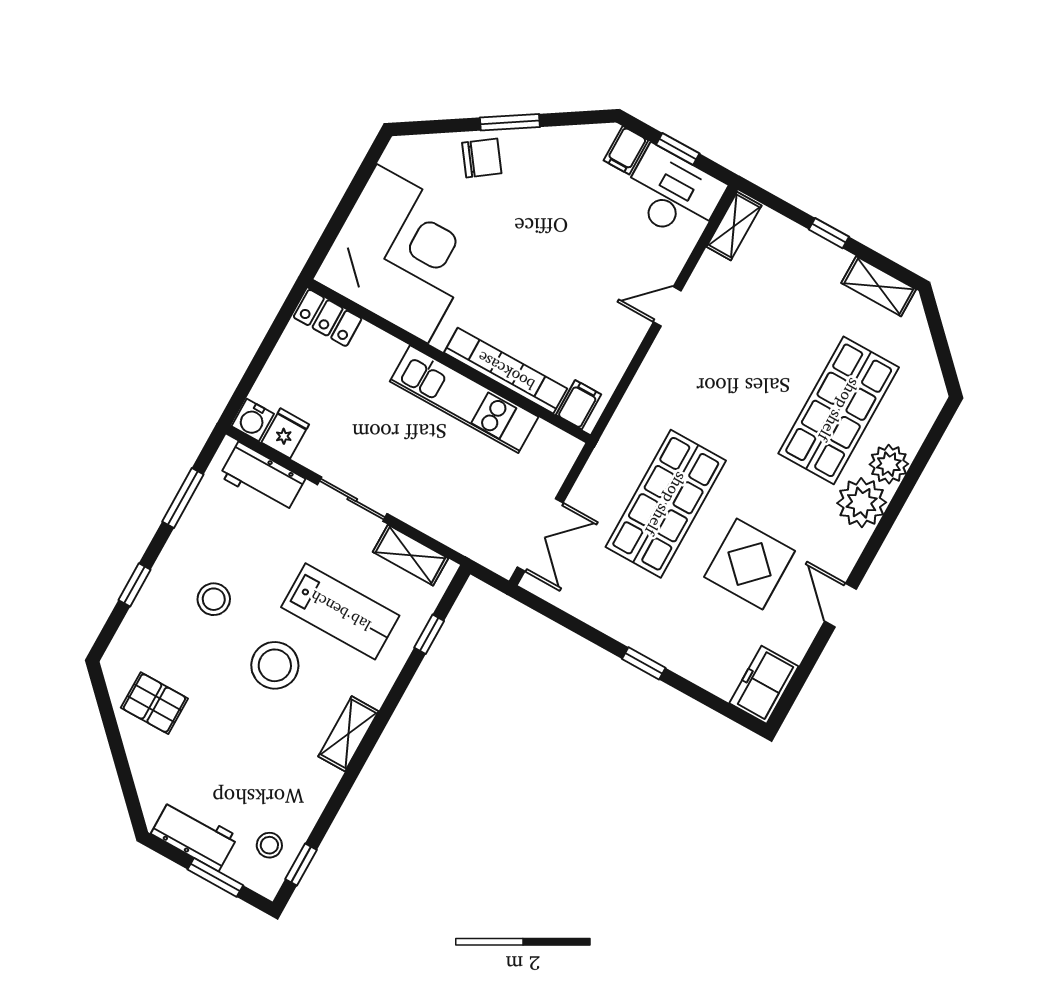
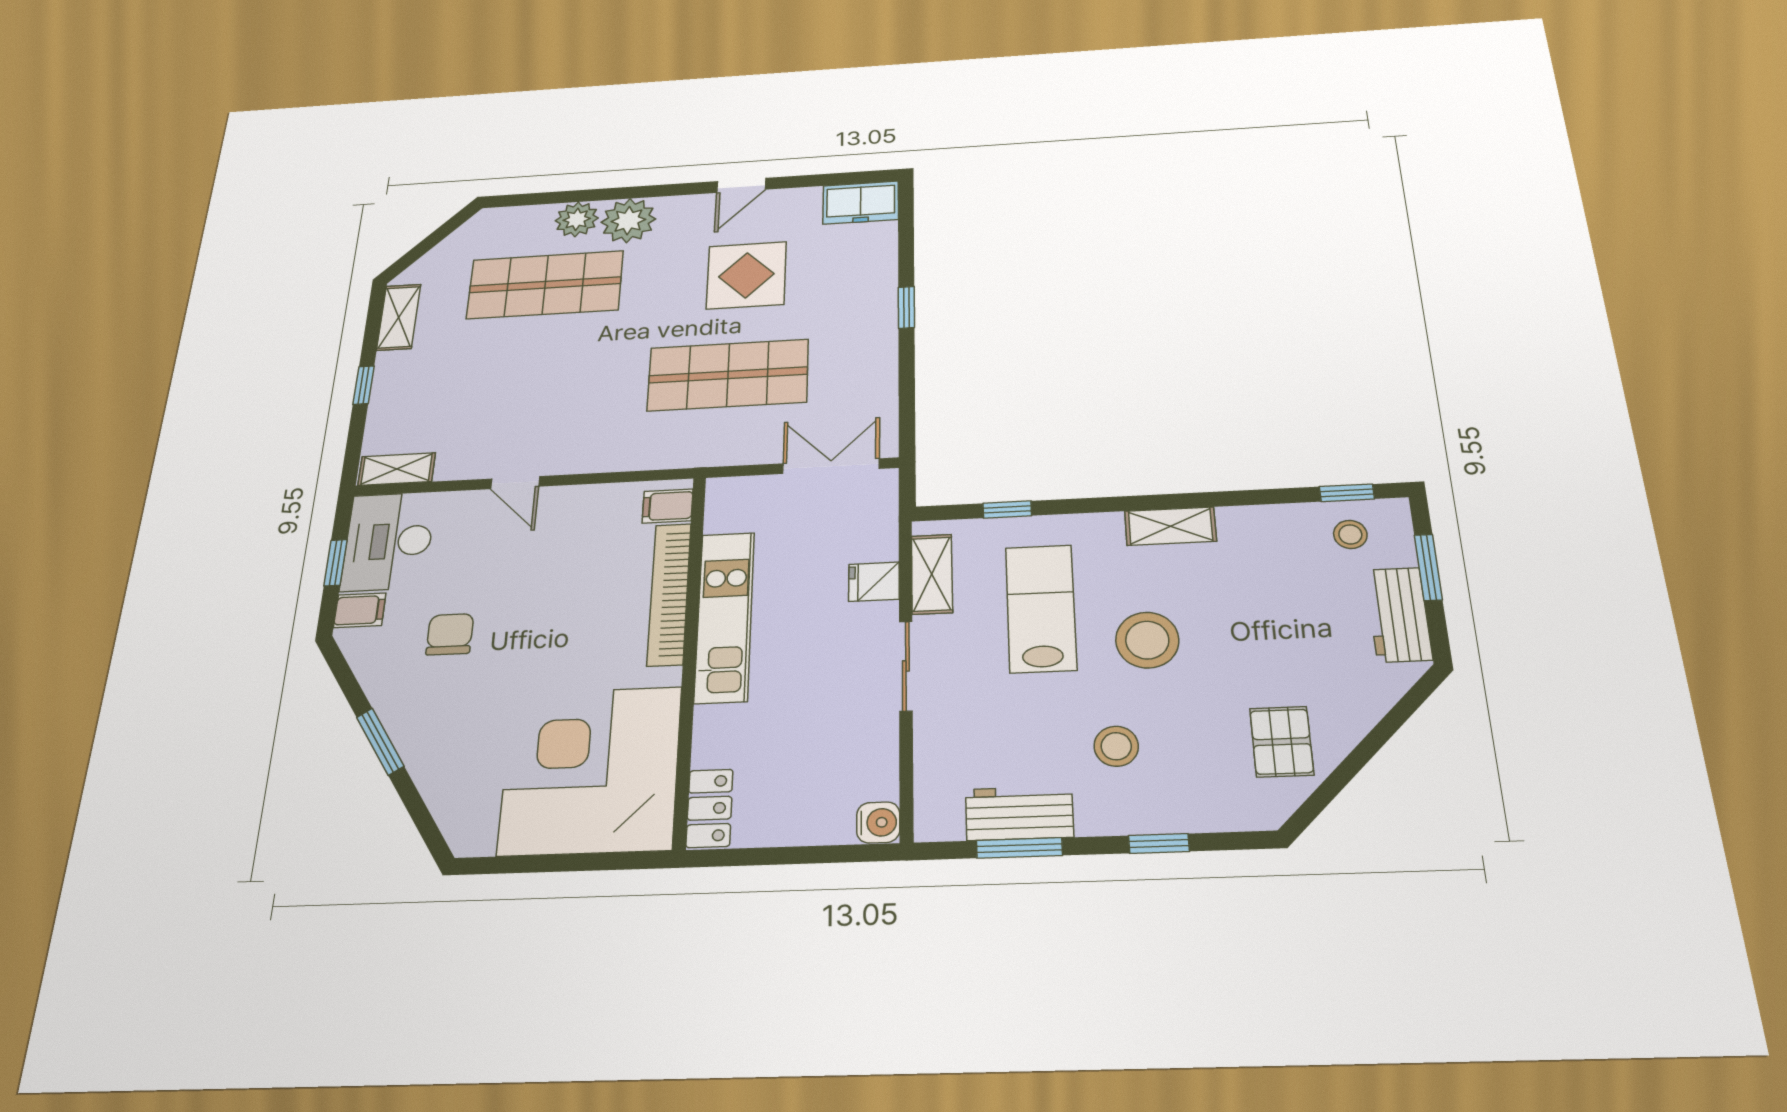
chair: (482, 158) -> (450, 634), moved, turned 36
fridge: (285, 433) -> (874, 582), moved
workbench: (262, 478) -> (1019, 813), moved, turned -90

